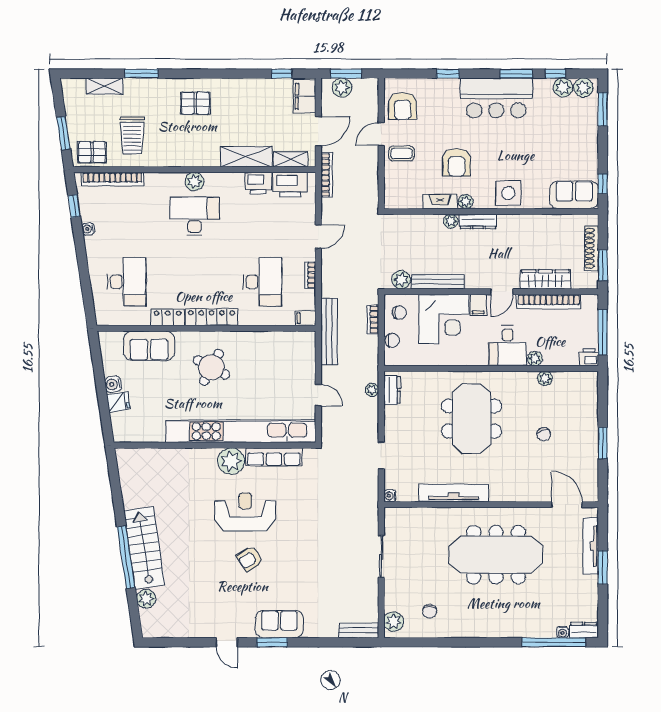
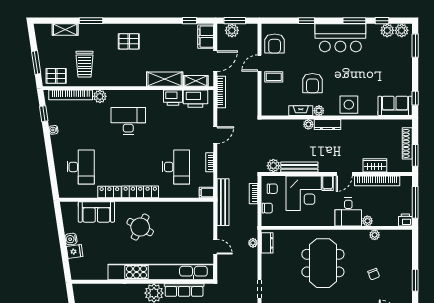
plant: (194, 181) -> (100, 96), moved
wardrobe: (545, 279) -> (375, 165), width x0.67

